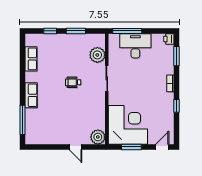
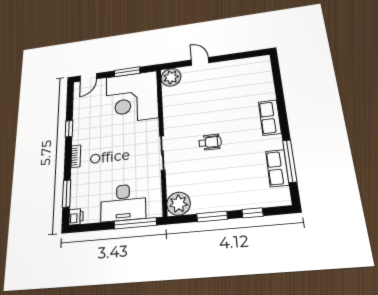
plant: (97, 55) -> (179, 204), moved
window: (22, 120) -> (290, 161), moved

